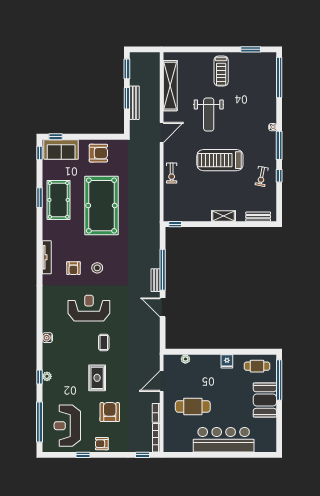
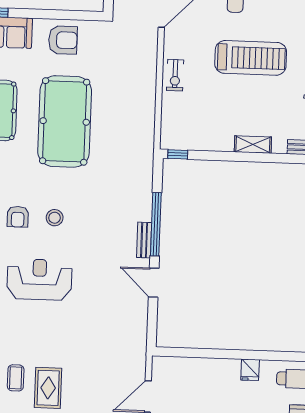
treadmill: (220, 160) -> (251, 58), turned 180
coffee table: (104, 343) -> (16, 378), moved
plant: (185, 359) -> (186, 364), removed

